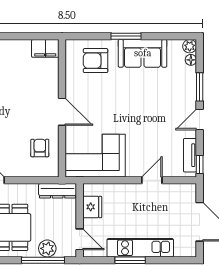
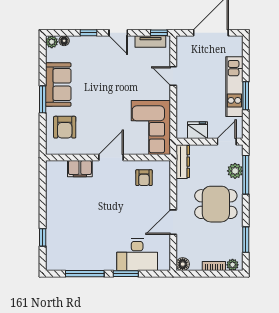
filing cabinet: (45, 48) -> (80, 169), moved, turned 90
window: (200, 87) -> (89, 33), width x0.67
armchair: (40, 148) -> (144, 178), turned -90

